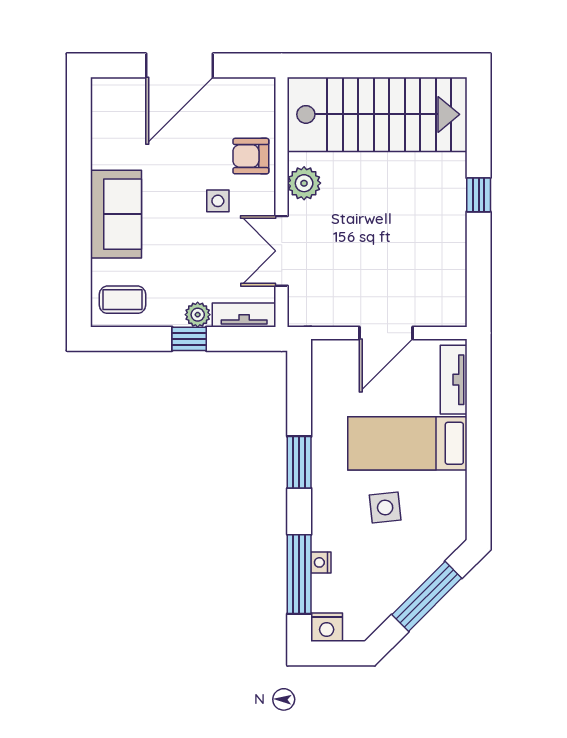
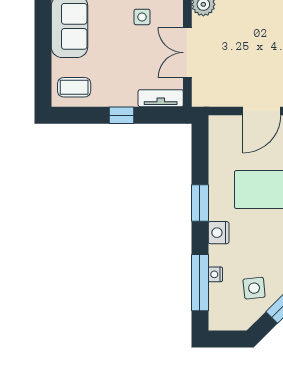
plant: (198, 315) -> (128, 98), removed
side table: (385, 508) -> (254, 288), moved
nightstand: (327, 627) -> (219, 233), moved, turned 90

